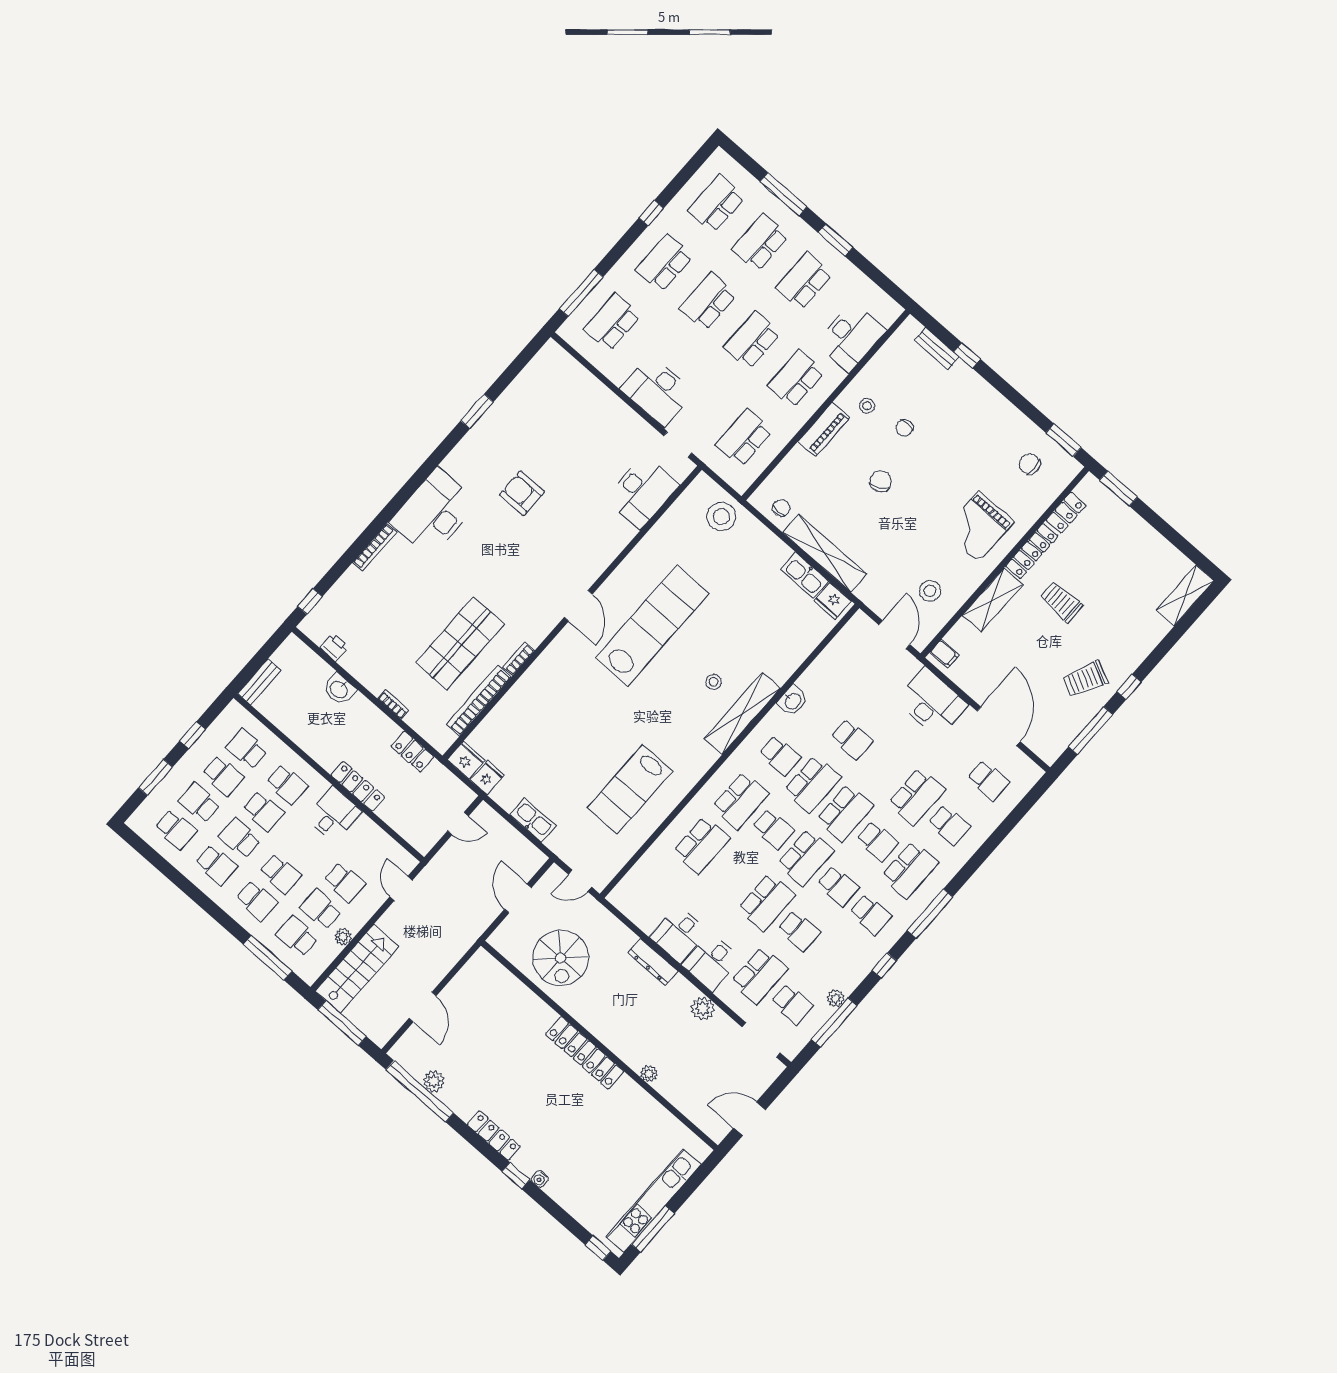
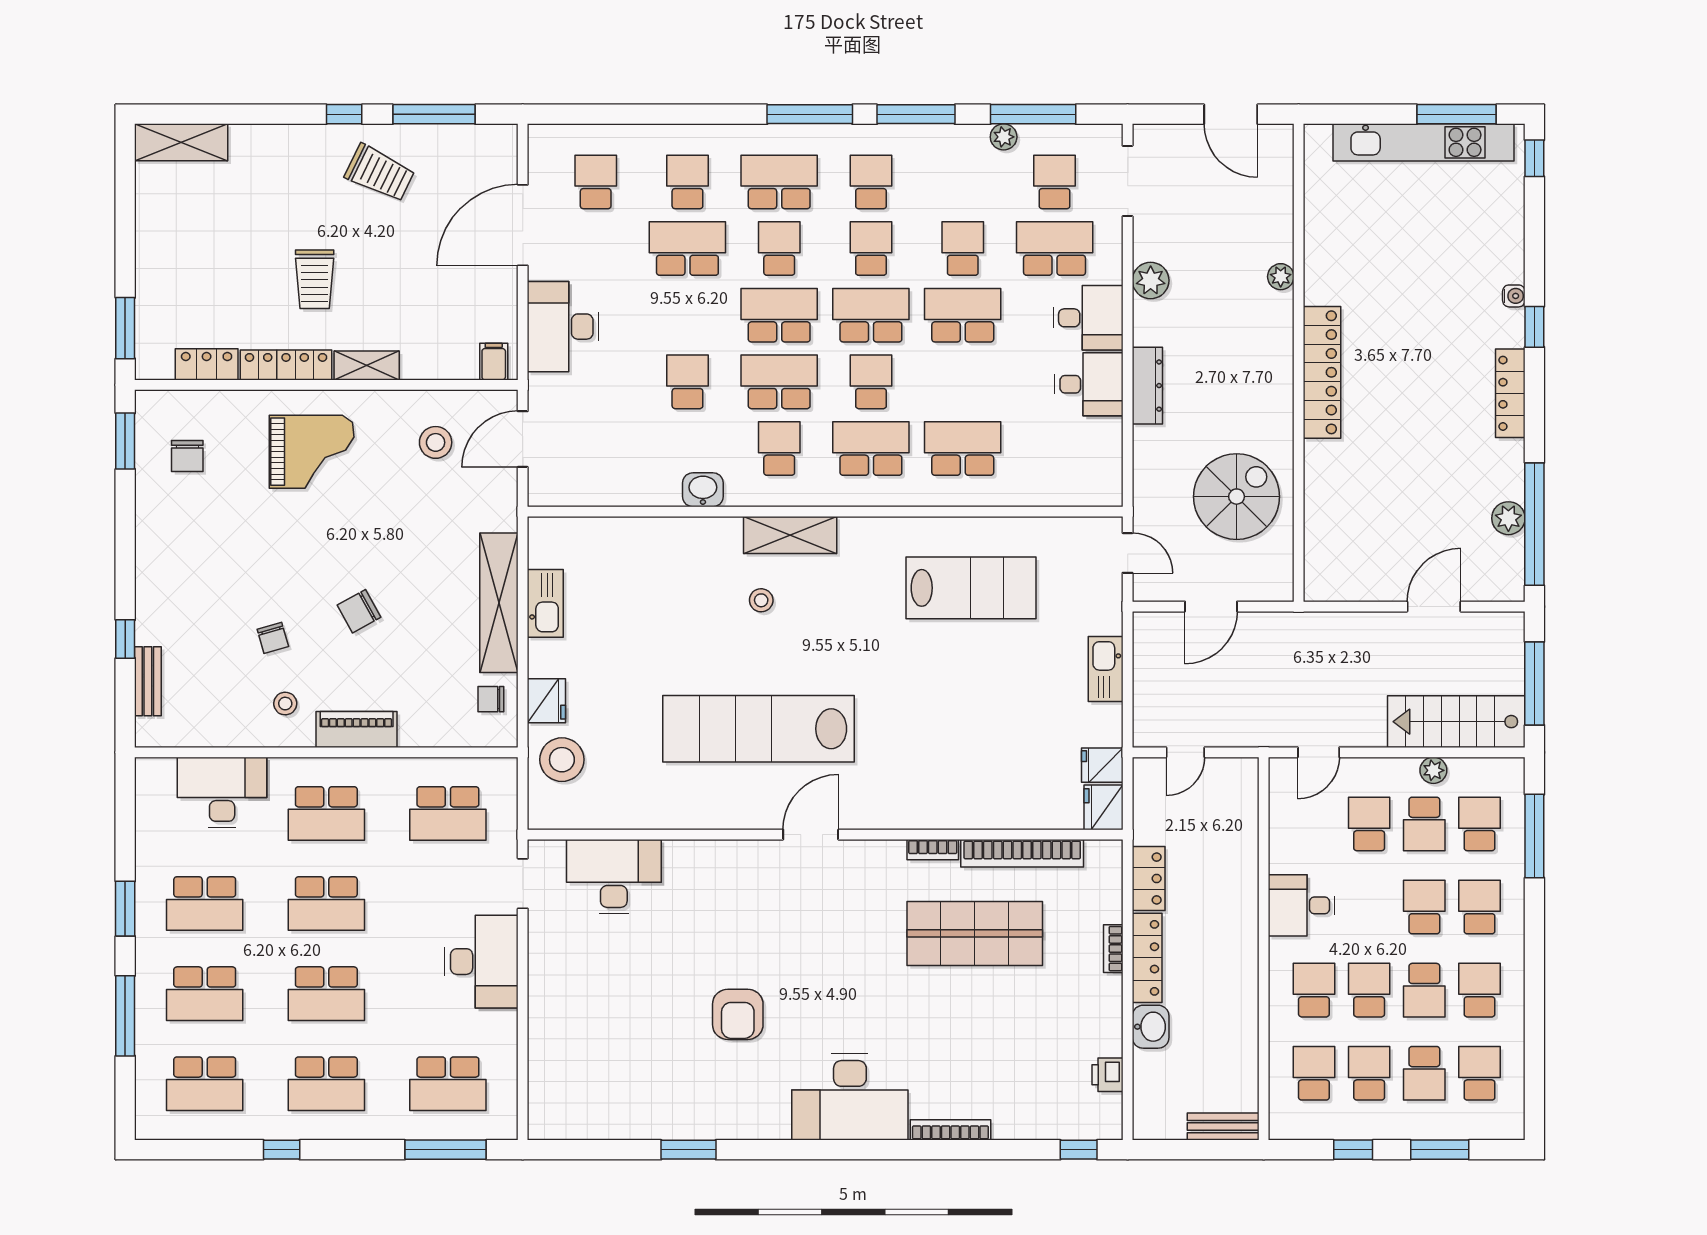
chair: (904, 428) -> (273, 638), turned 74
shelving: (992, 600) -> (367, 366), width x0.67, depth x0.75
fridge: (833, 601) -> (546, 701), moved
shelving: (742, 713) -> (790, 535), width x0.68
school desk: (247, 749) -> (1314, 1073), turned 180
locker: (358, 786) -> (1147, 958), moved, turned 180
door: (458, 824) -> (1185, 752), swing flipped
school desk: (297, 936) -> (1480, 824), turned 180
window: (884, 965) -> (916, 114), width x2.17

